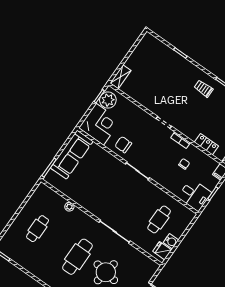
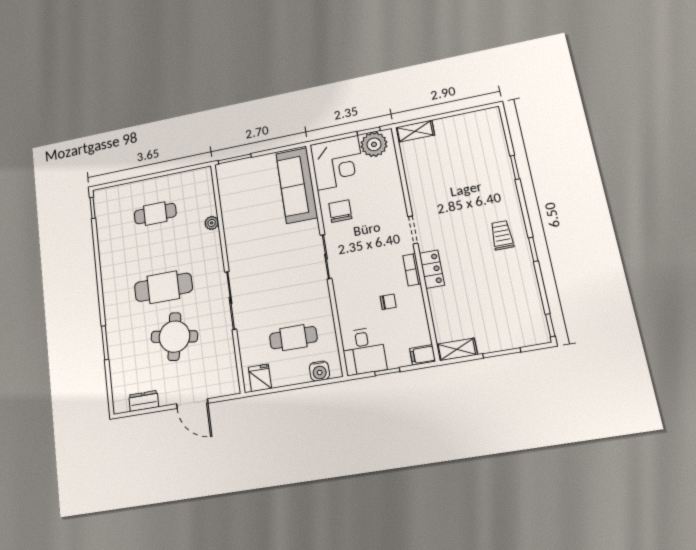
locker: (206, 144) -> (432, 269), moved
sofa: (72, 155) -> (297, 185), moved, turned 90
water cooler: (171, 241) -> (319, 371), moved

